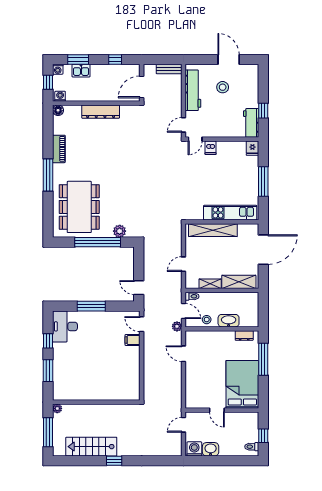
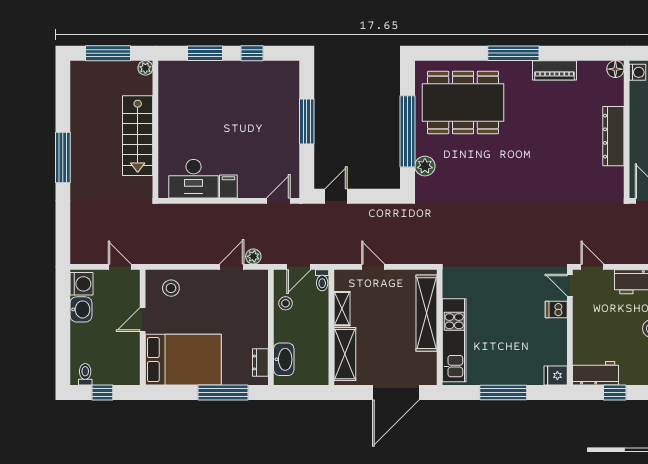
door: (263, 250) -> (396, 392), hinge flipped
washbasin: (229, 321) -> (284, 359), moved
desk: (65, 326) -> (194, 179), moved, turned 180
plant: (177, 326) -> (253, 256), moved
filing cabinet: (132, 340) -> (228, 186), moved
stool: (197, 392) -> (171, 288), added
stairs: (91, 447) -> (138, 136), moved, turned 180
window: (114, 461) -> (63, 158), width x2.17

